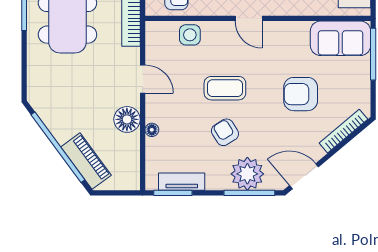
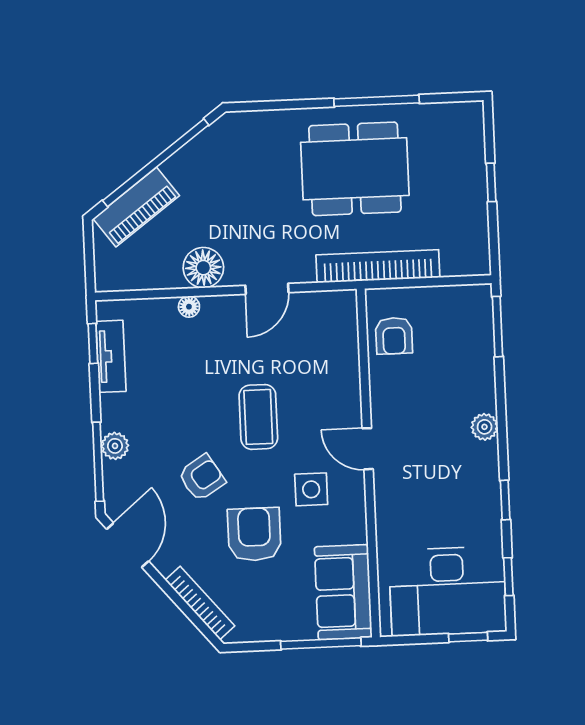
door: (249, 18) -> (368, 449), hinge flipped
side table: (190, 35) -> (311, 489), moved
armchair: (225, 132) -> (202, 478), moved
plant: (247, 174) -> (115, 446), width x0.53, depth x0.53
window: (173, 193) -> (93, 343), width x0.67

